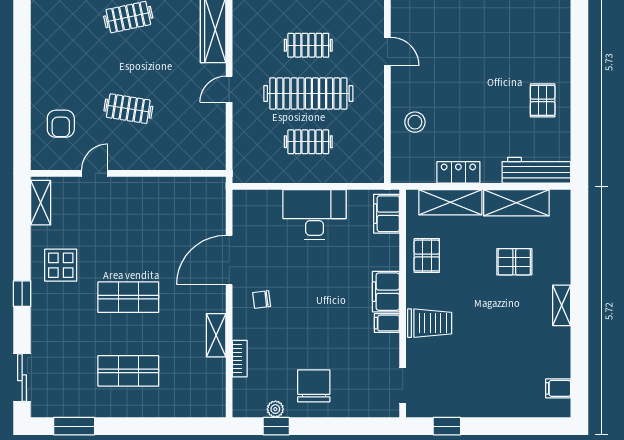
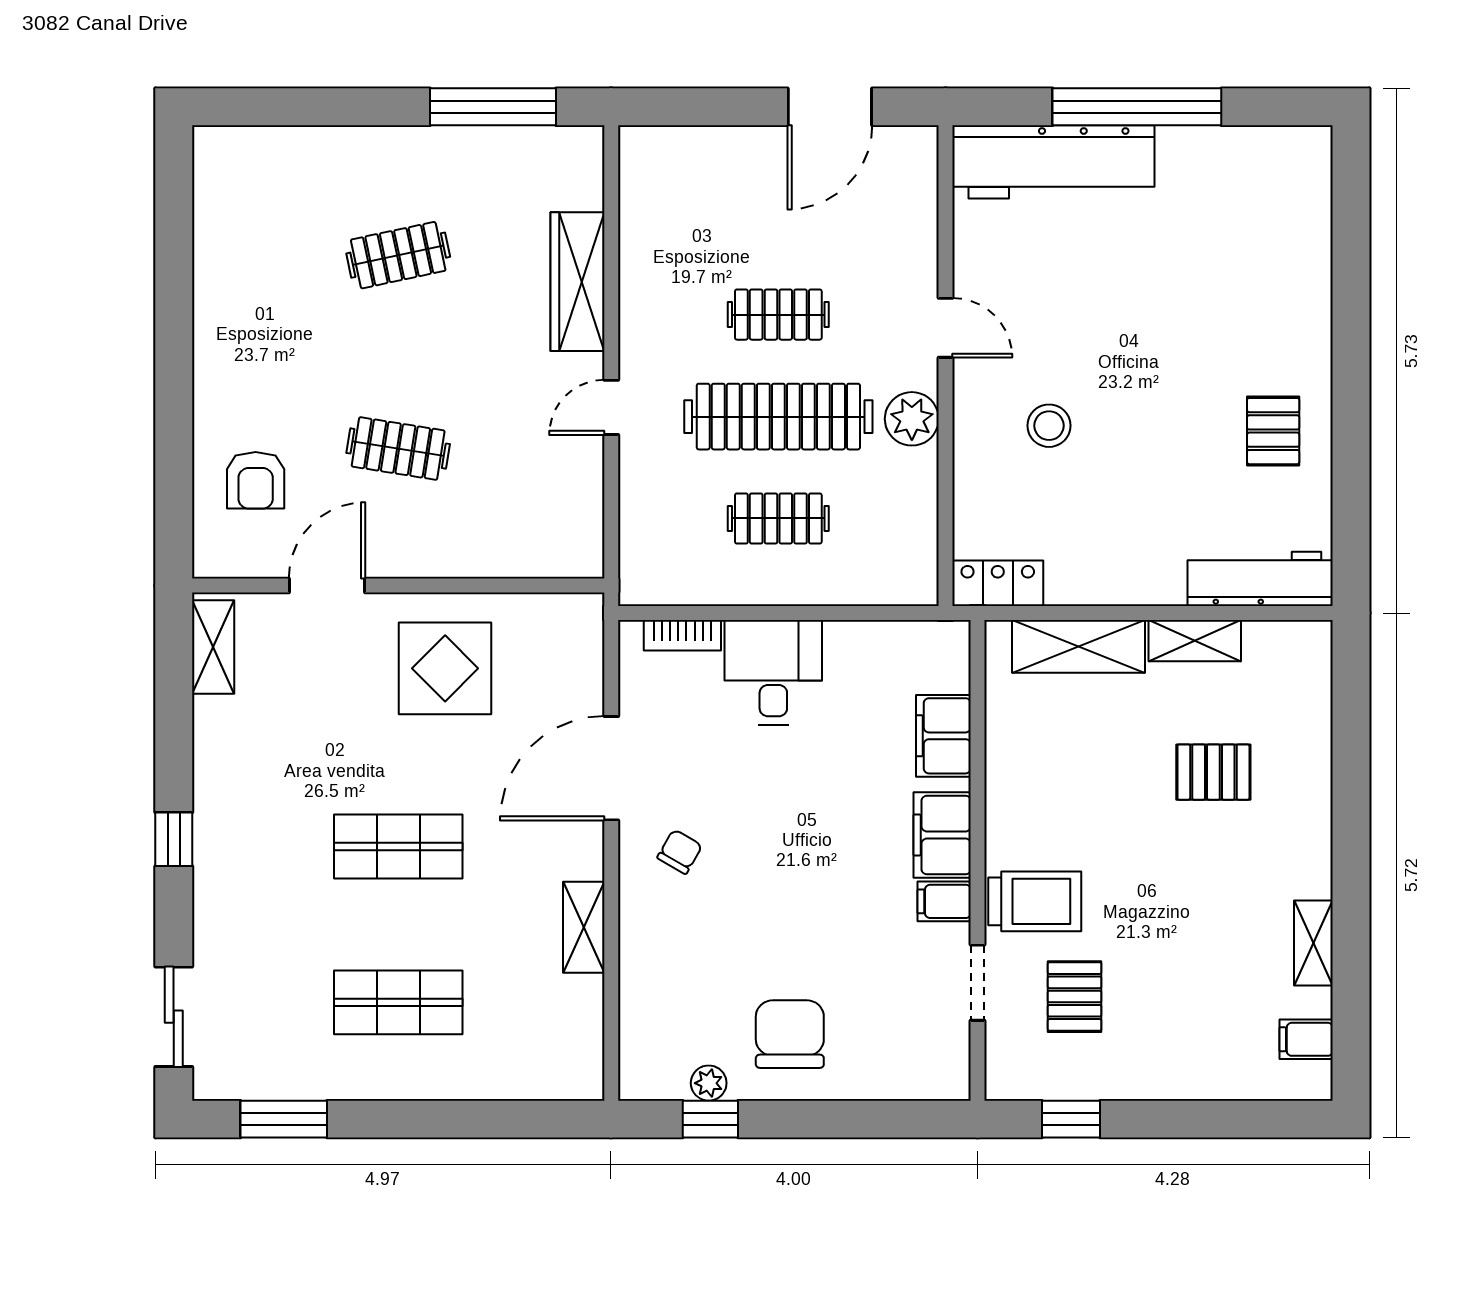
plant: (371, 95) -> (912, 419), added
stool: (415, 122) -> (1049, 426), moved
locker: (458, 172) -> (998, 583), moved
door: (95, 173) -> (327, 585), width x1.38
shelving: (516, 203) -> (1195, 641), width x0.67, depth x0.75
filing cabinet: (386, 214) -> (943, 736), moved
desk: (315, 215) -> (773, 672), width x0.73
pallet: (427, 256) -> (1075, 997), moved
display table: (61, 265) -> (445, 668), moved, width x1.36, depth x1.36
chair: (262, 300) -> (680, 852), turned 127
shelving: (562, 305) -> (1313, 943), moved
bookcase: (240, 359) -> (682, 635), moved, turned 90
doorway: (403, 385) -> (978, 983), moved

